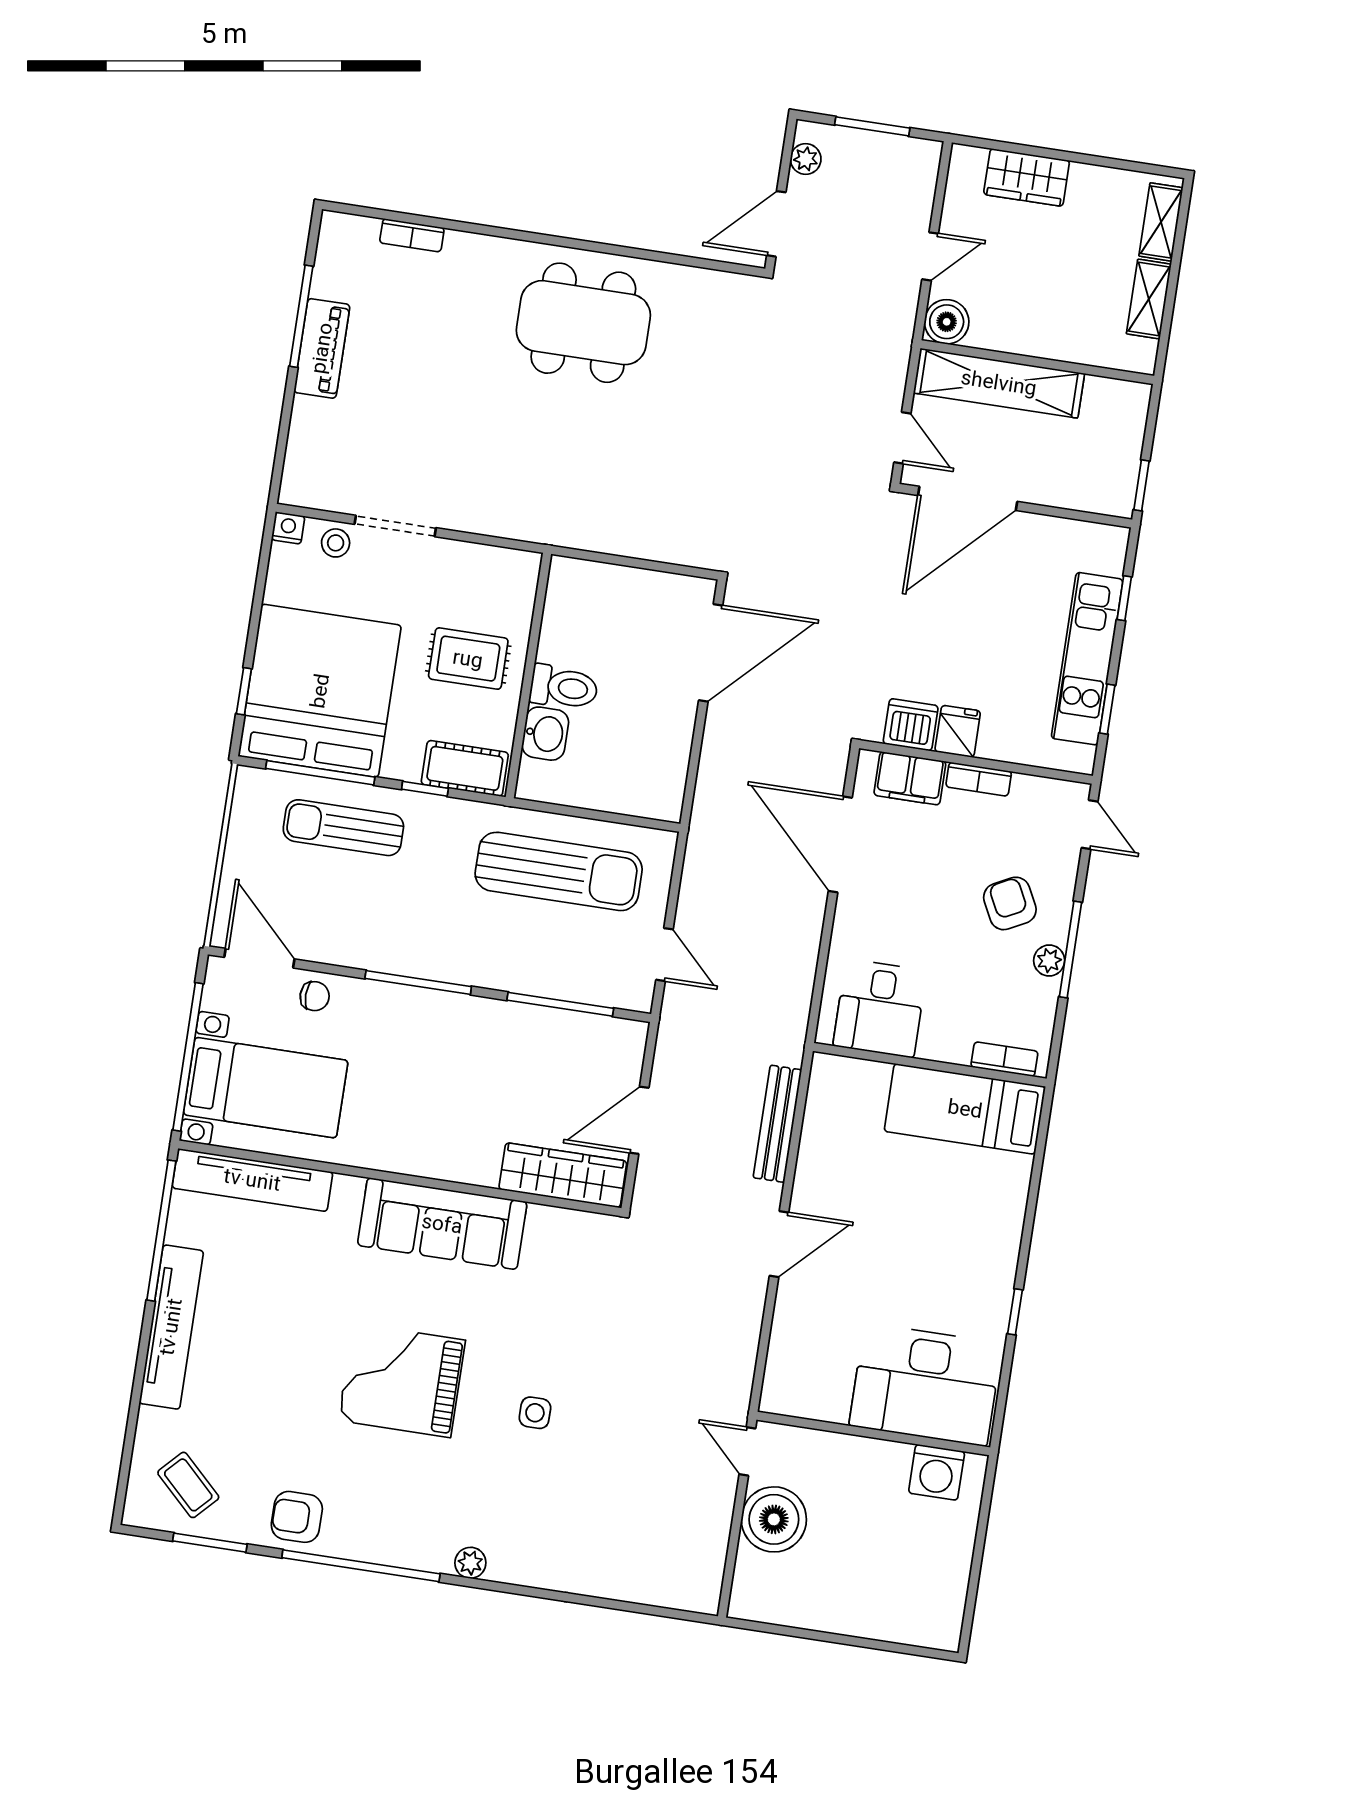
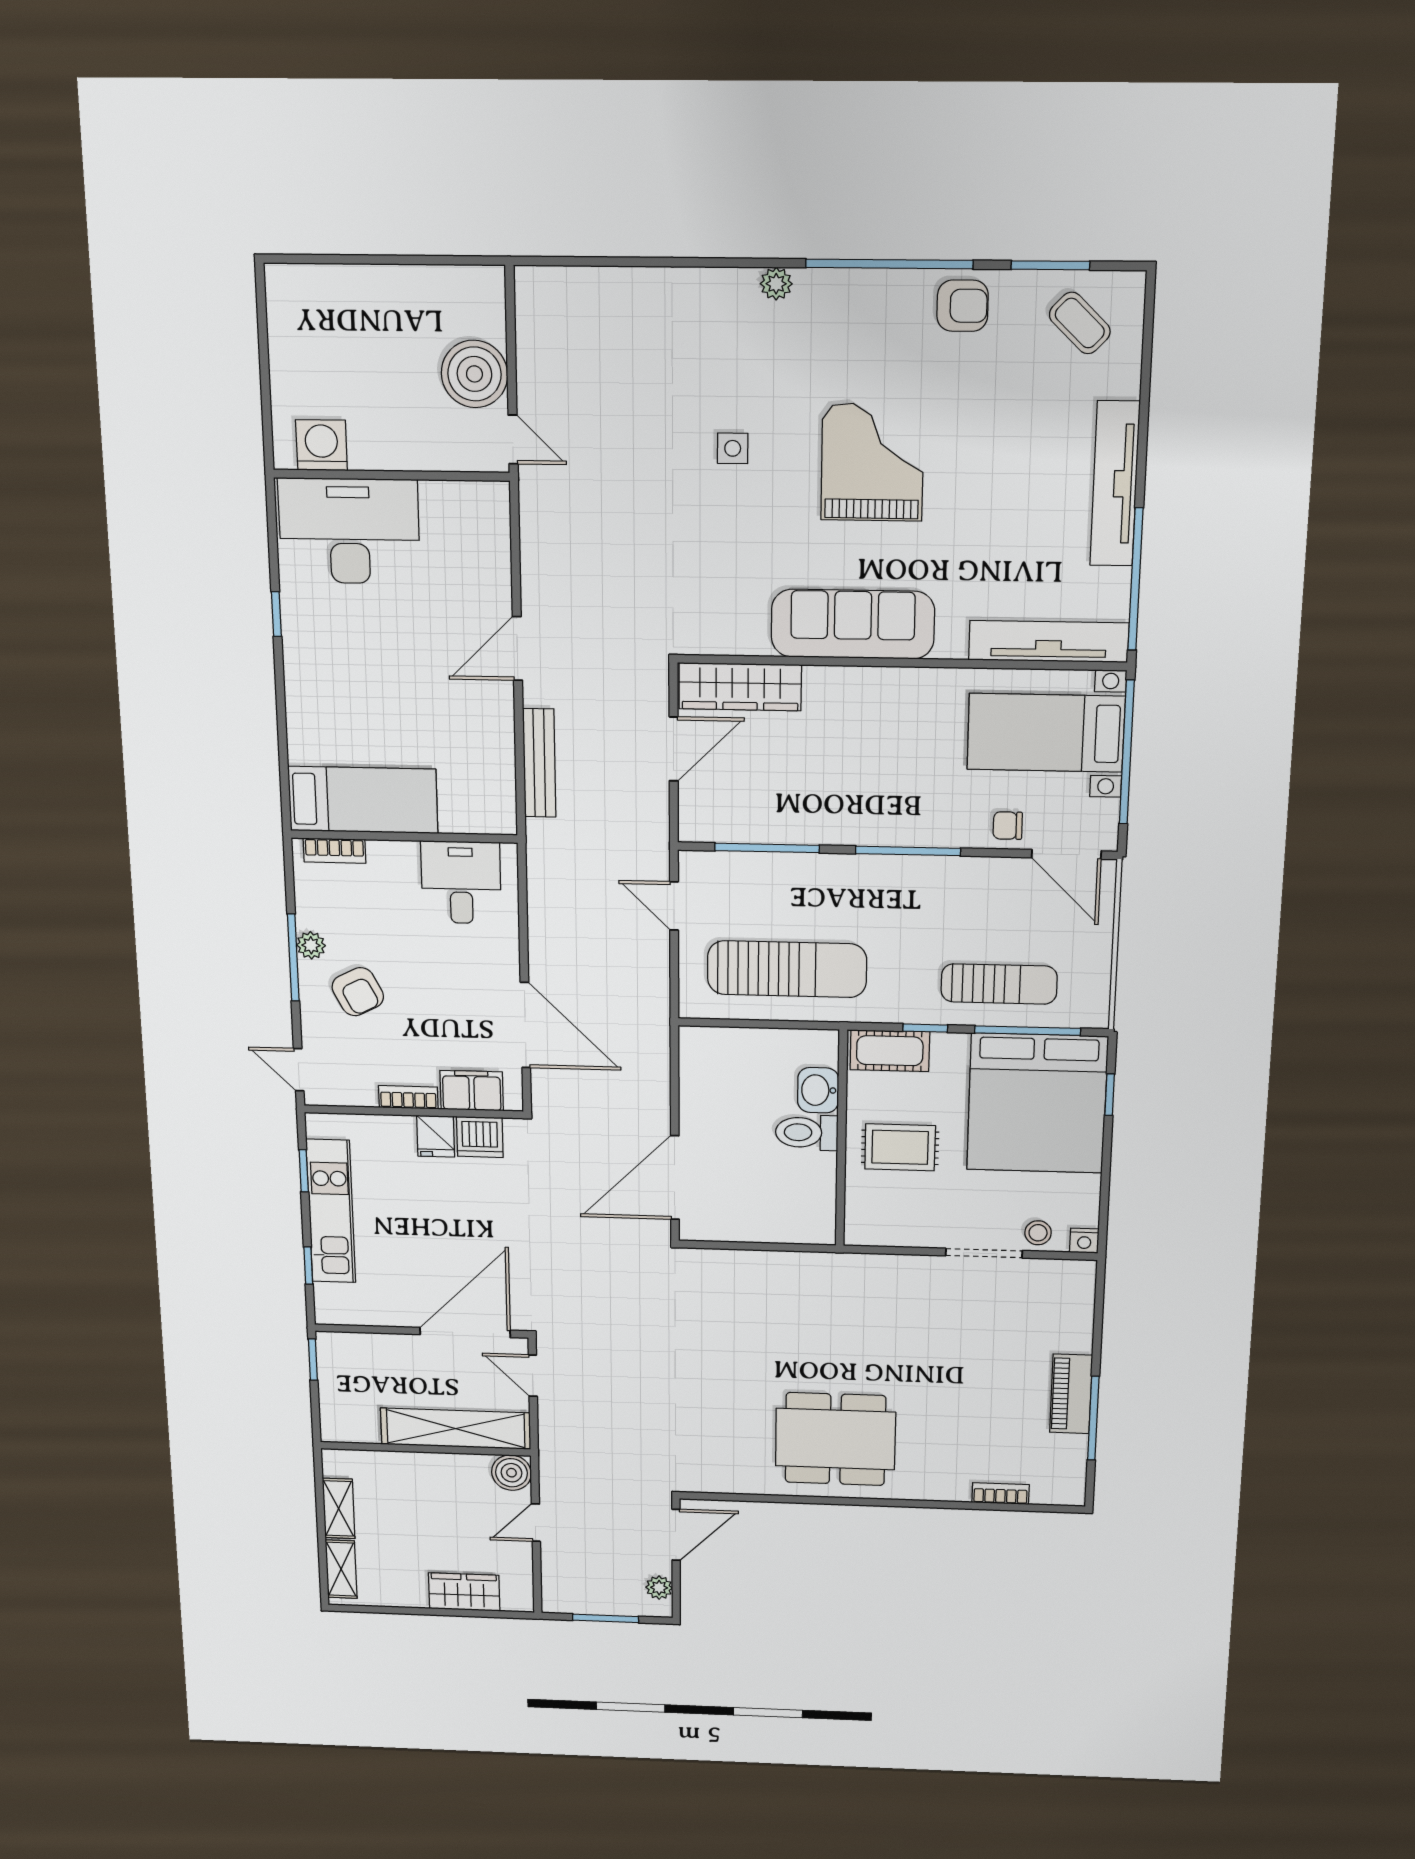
sun lounger: (559, 871) -> (787, 969), turned 180
grand piano: (402, 1380) -> (872, 462), turned -90

